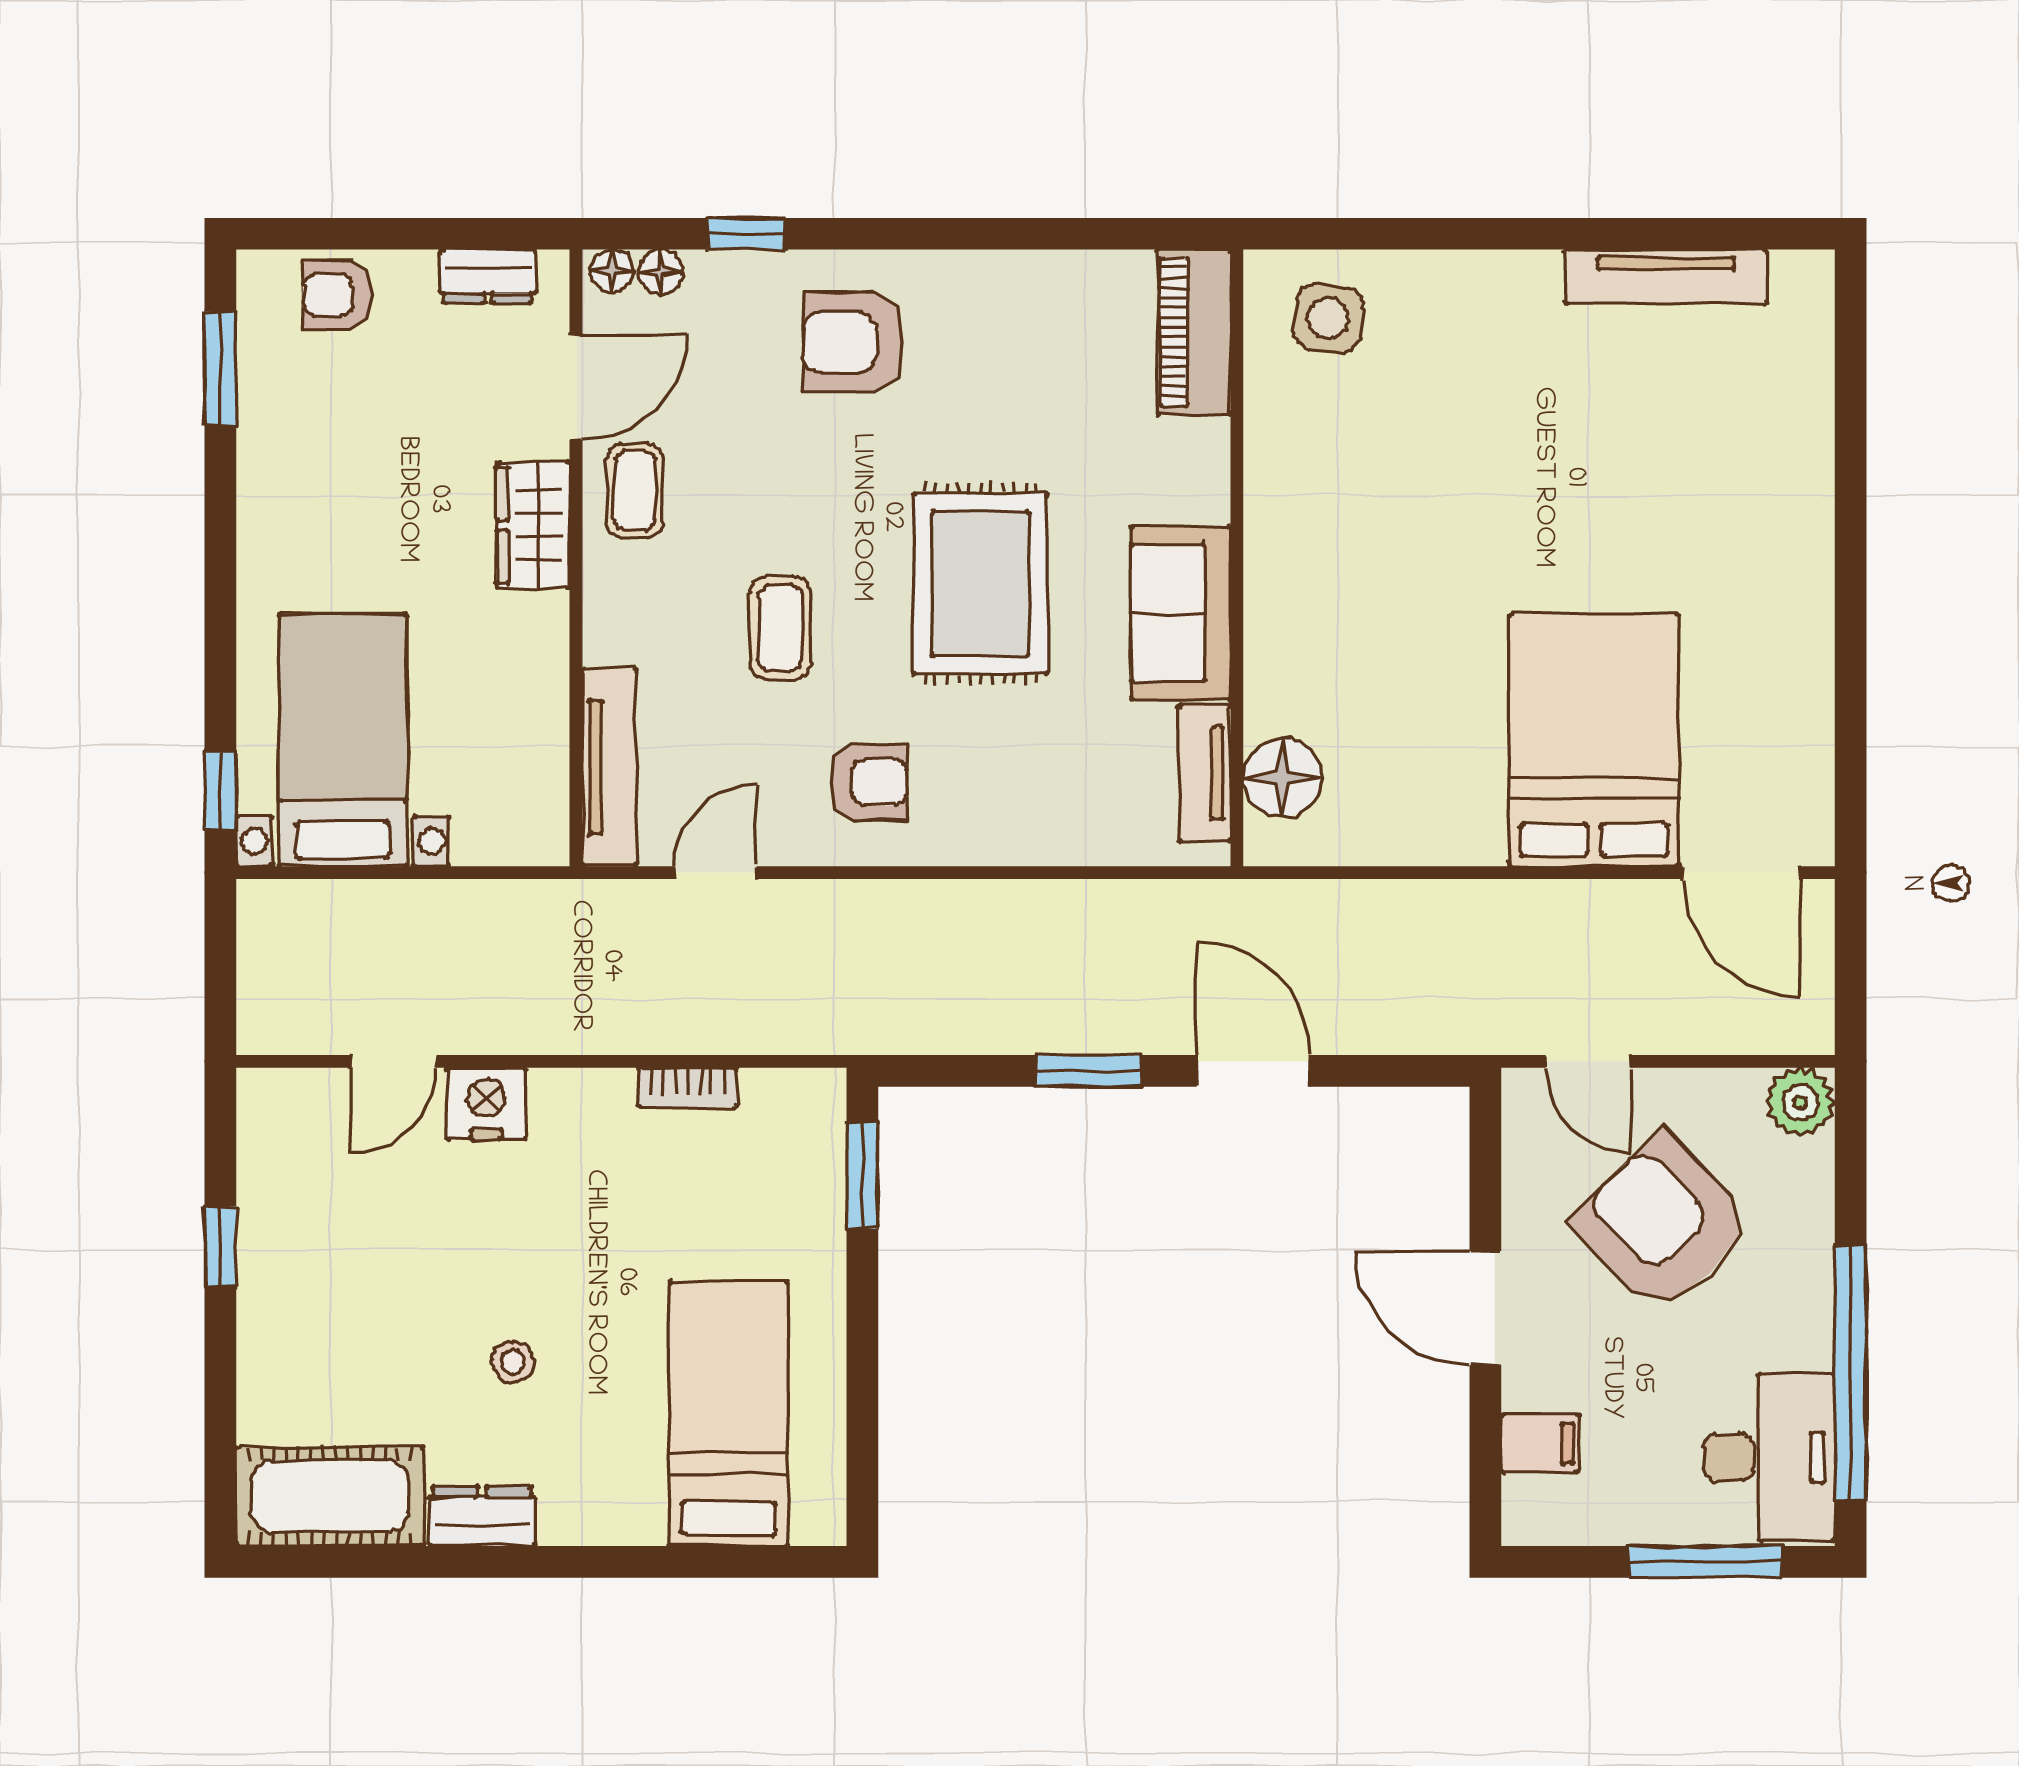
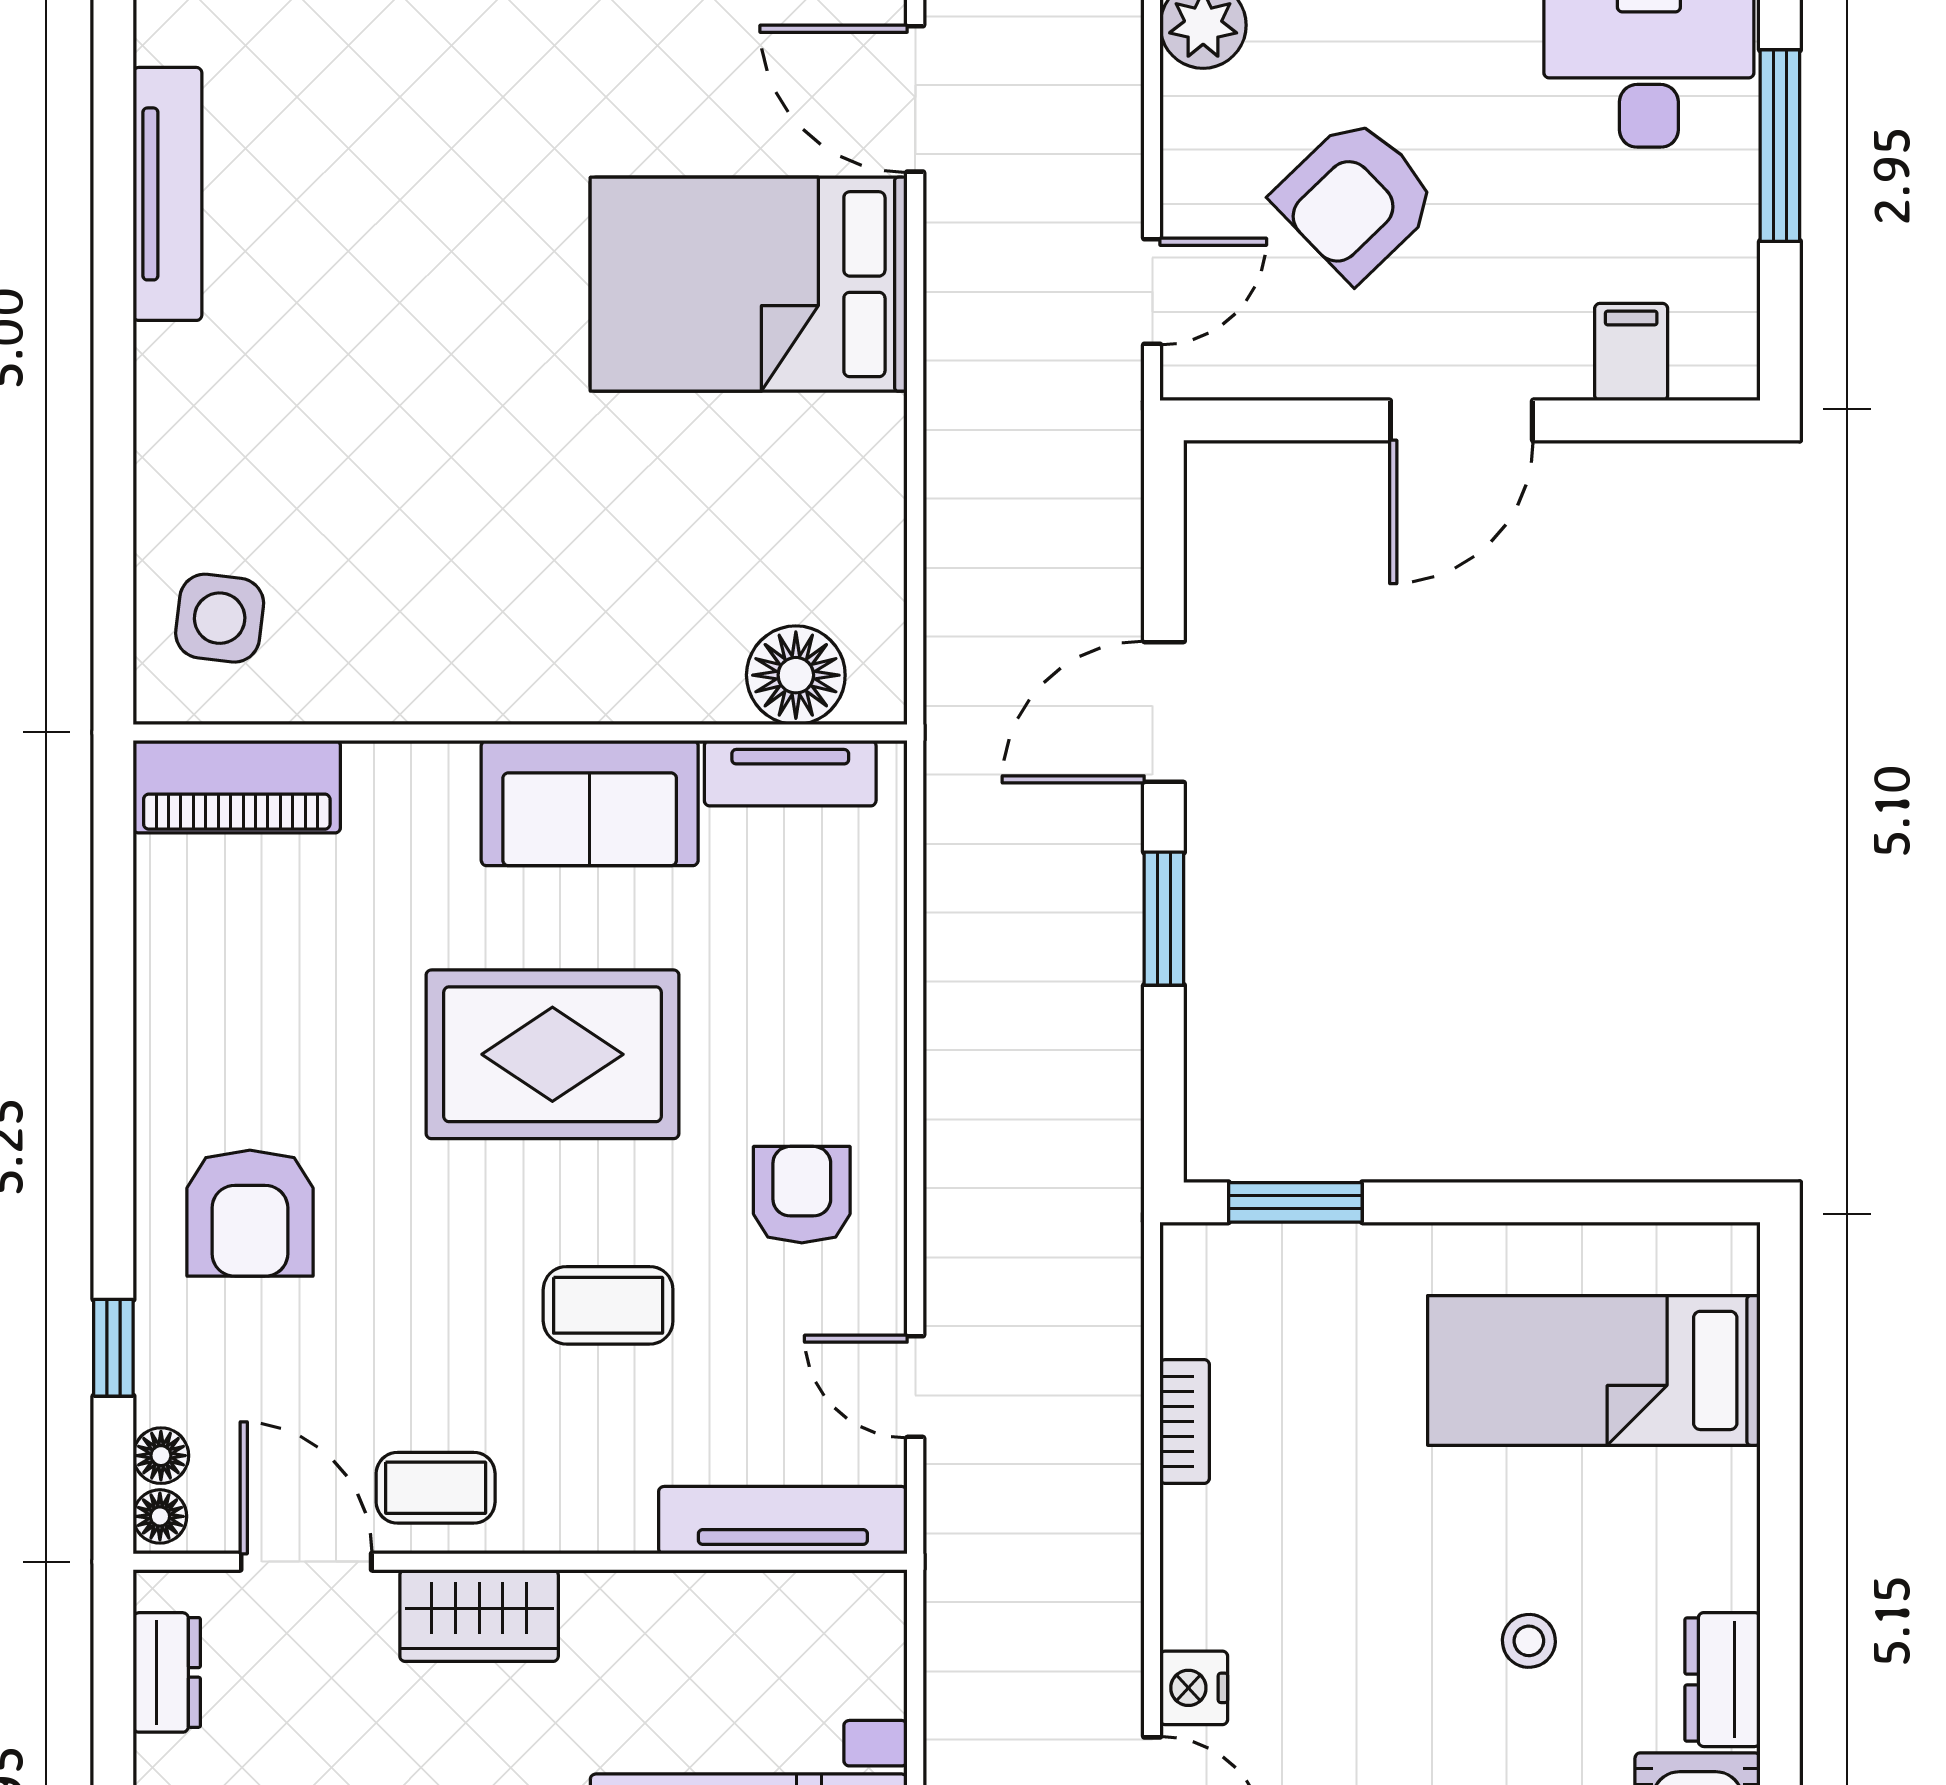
door: (1742, 873) -> (915, 99), swing flipped
nightstand: (486, 1103) -> (1194, 1688), width x0.74, depth x0.75
armchair: (1662, 1224) -> (1356, 199), width x0.73, depth x0.73

